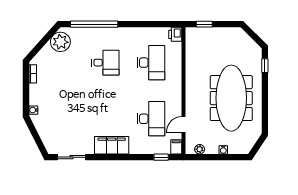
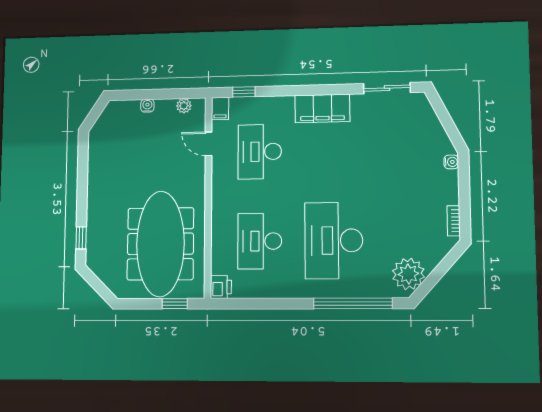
desk: (105, 63) -> (334, 240), width x1.87, depth x1.30
meeting table: (231, 98) -> (160, 244), moved
door: (184, 124) -> (208, 144), swing flipped

